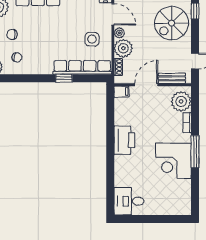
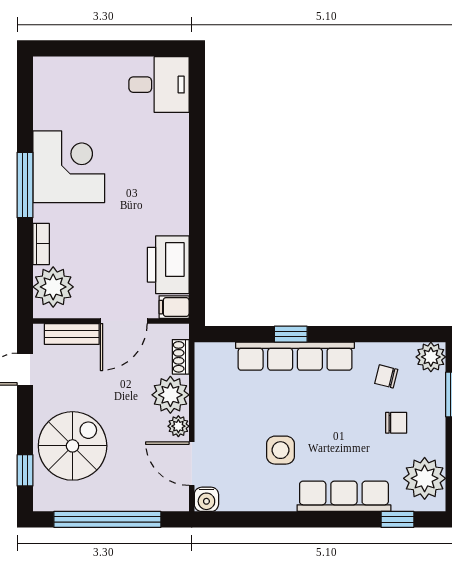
side table: (92, 39) -> (280, 450), moved
row of seats: (82, 67) -> (295, 356), moved
printer: (124, 140) -> (168, 265), moved

